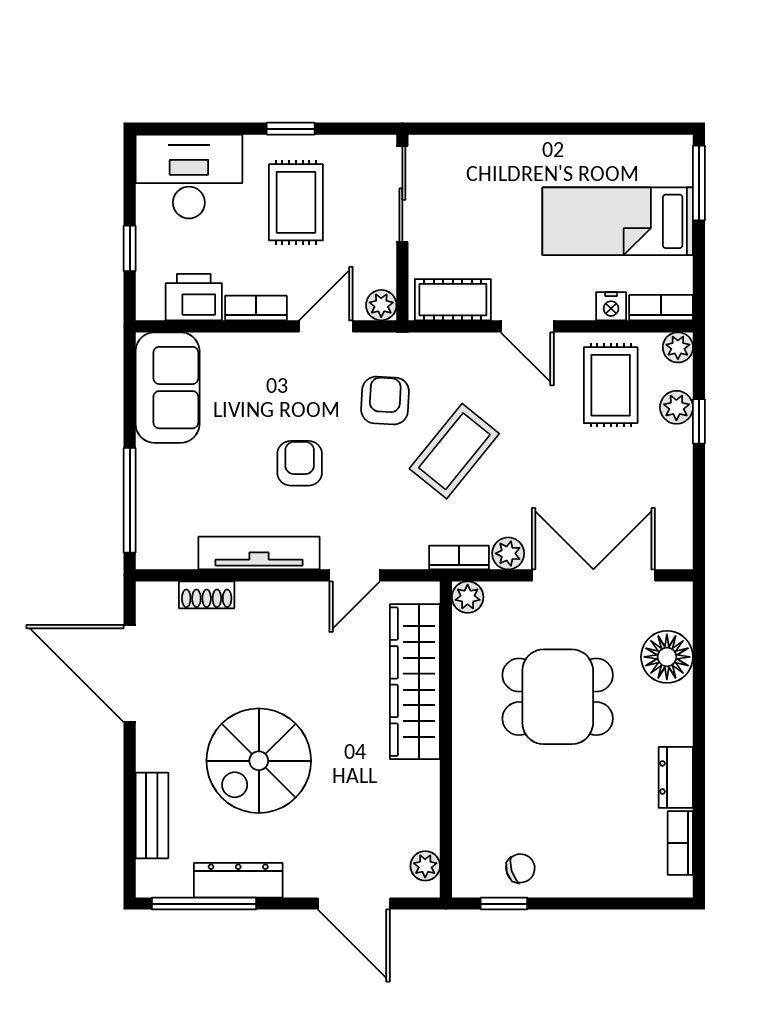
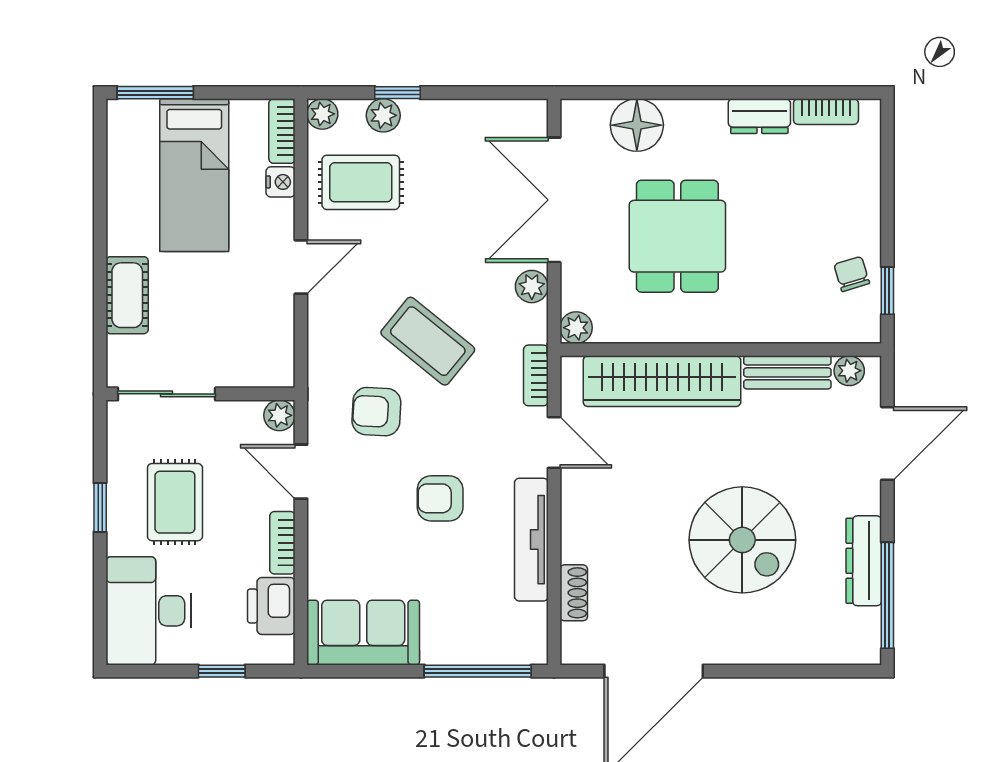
rug: (296, 202) -> (175, 502), turned 90
cot: (453, 300) -> (127, 295), moved
bookcase: (459, 557) -> (536, 375), moved
bench: (152, 815) -> (787, 372), moved

